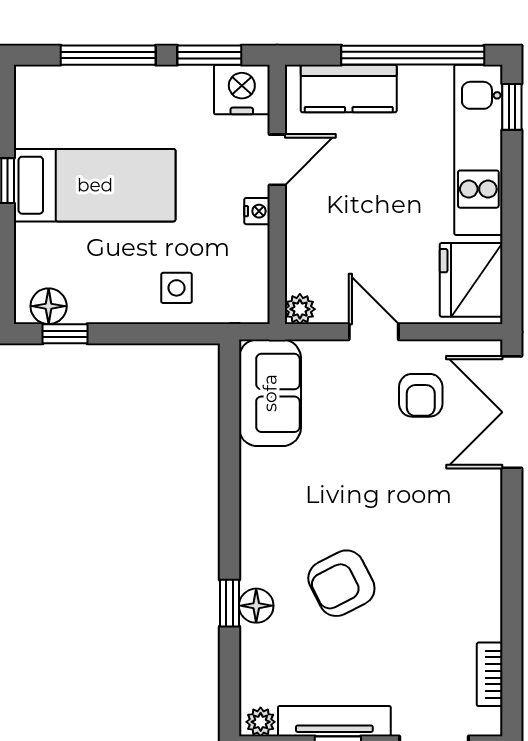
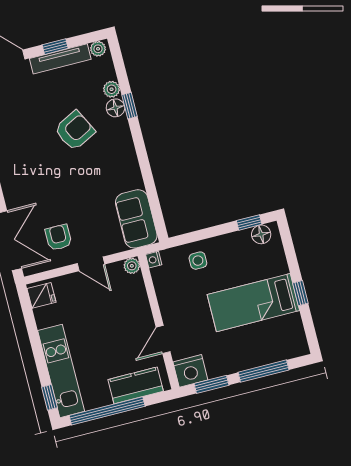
nightstand: (257, 211) -> (154, 260), moved
fridge: (471, 280) -> (41, 295), width x0.53, depth x0.75
plant: (255, 642) -> (112, 89), added

